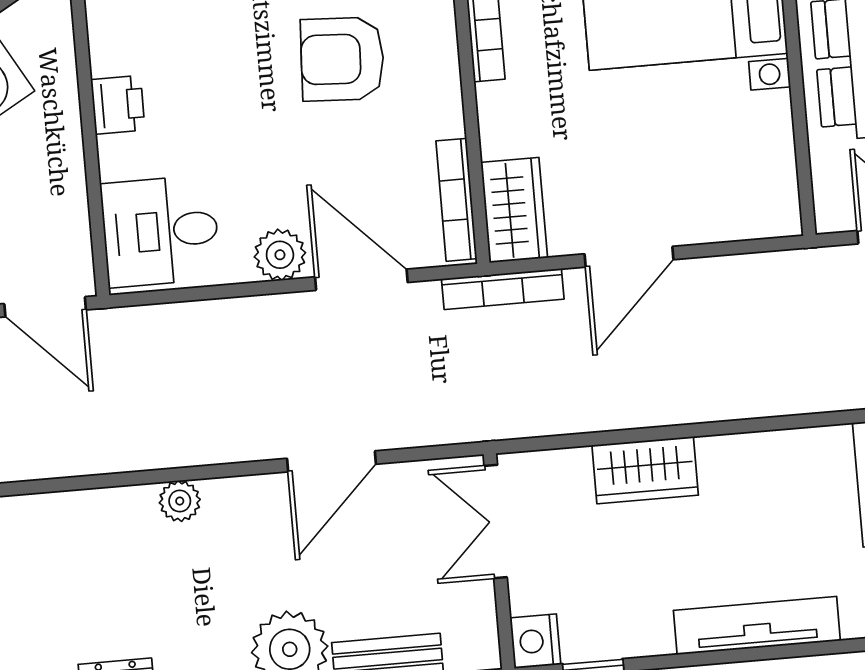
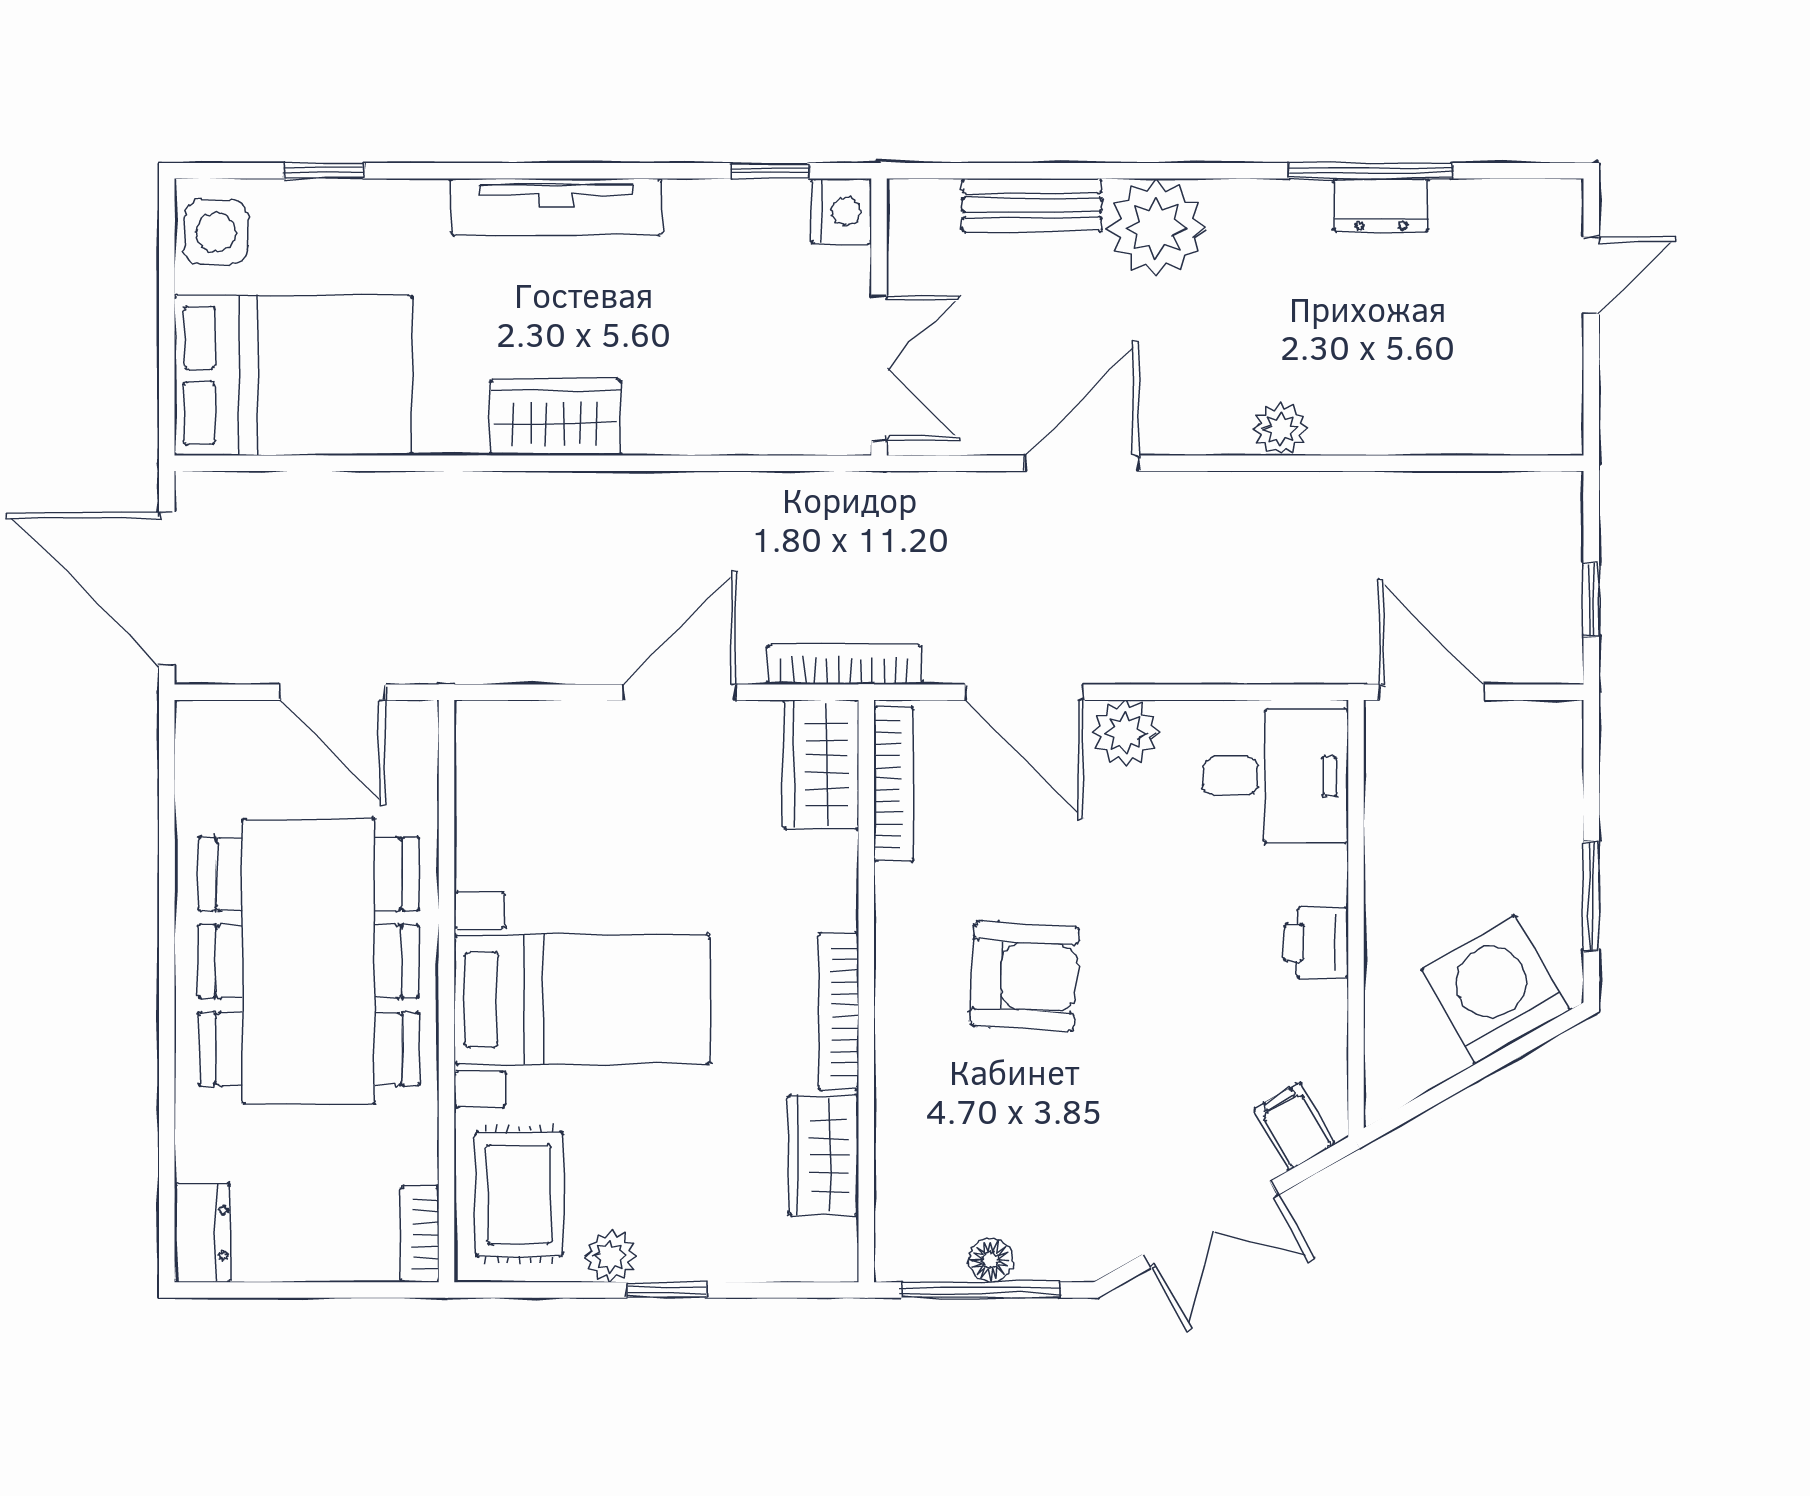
wardrobe: (645, 470) -> (555, 418), moved

